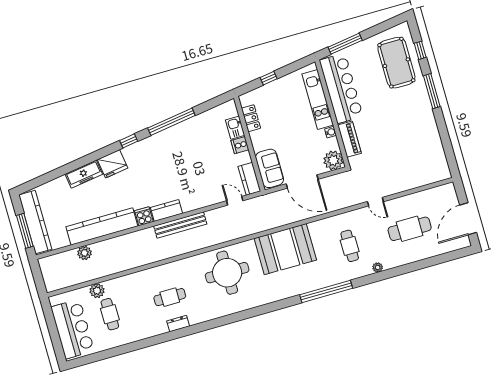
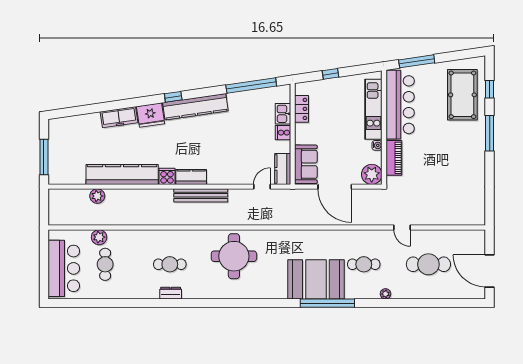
window: (171, 122) -> (251, 85), moved
door: (235, 201) -> (262, 187), hinge flipped
door: (468, 219) -> (490, 271), hinge flipped
kitchen counter: (35, 222) -> (195, 107), moved, turned 82
cafe table: (350, 246) -> (364, 264), turned 90
booth: (285, 249) -> (316, 279), moved

